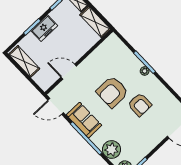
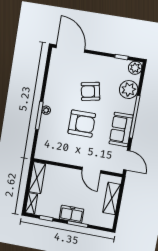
shelving: (24, 61) -> (112, 198), moved
armchair: (140, 105) -> (90, 91), moved, turned -101

